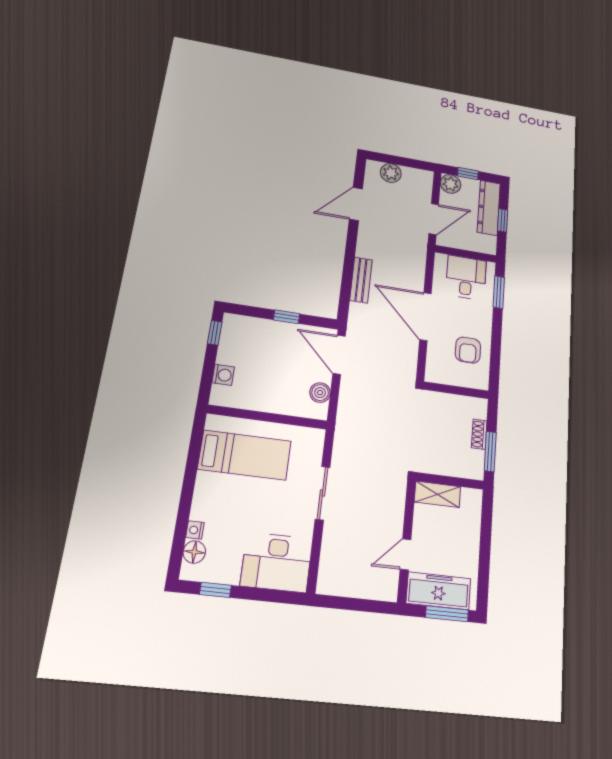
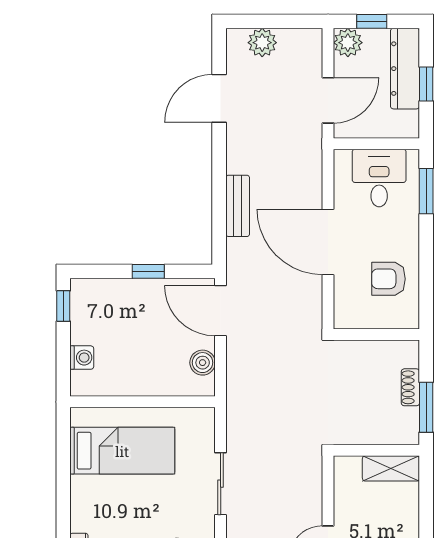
armchair: (468, 350) -> (388, 279), turned 90
shelving: (438, 494) -> (391, 468), moved

